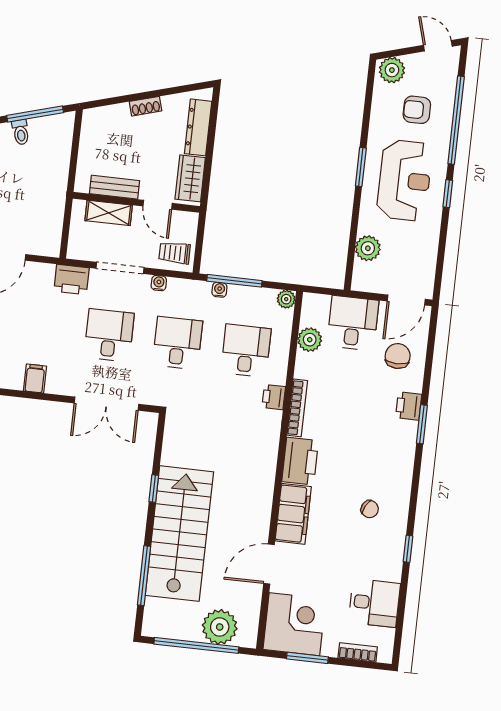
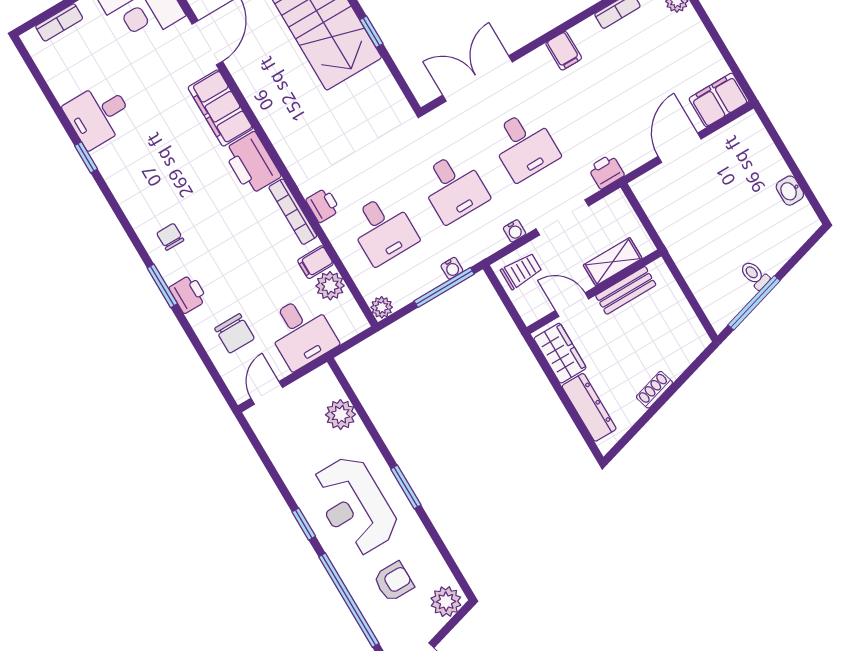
printer: (72, 280) -> (606, 171), width x0.73, depth x0.81
door: (406, 300) -> (267, 393), width x0.73
filing cabinet: (308, 363) -> (315, 262), added
chair: (370, 509) -> (170, 237), moved, turned 63
desk: (374, 603) -> (99, 115), moved

